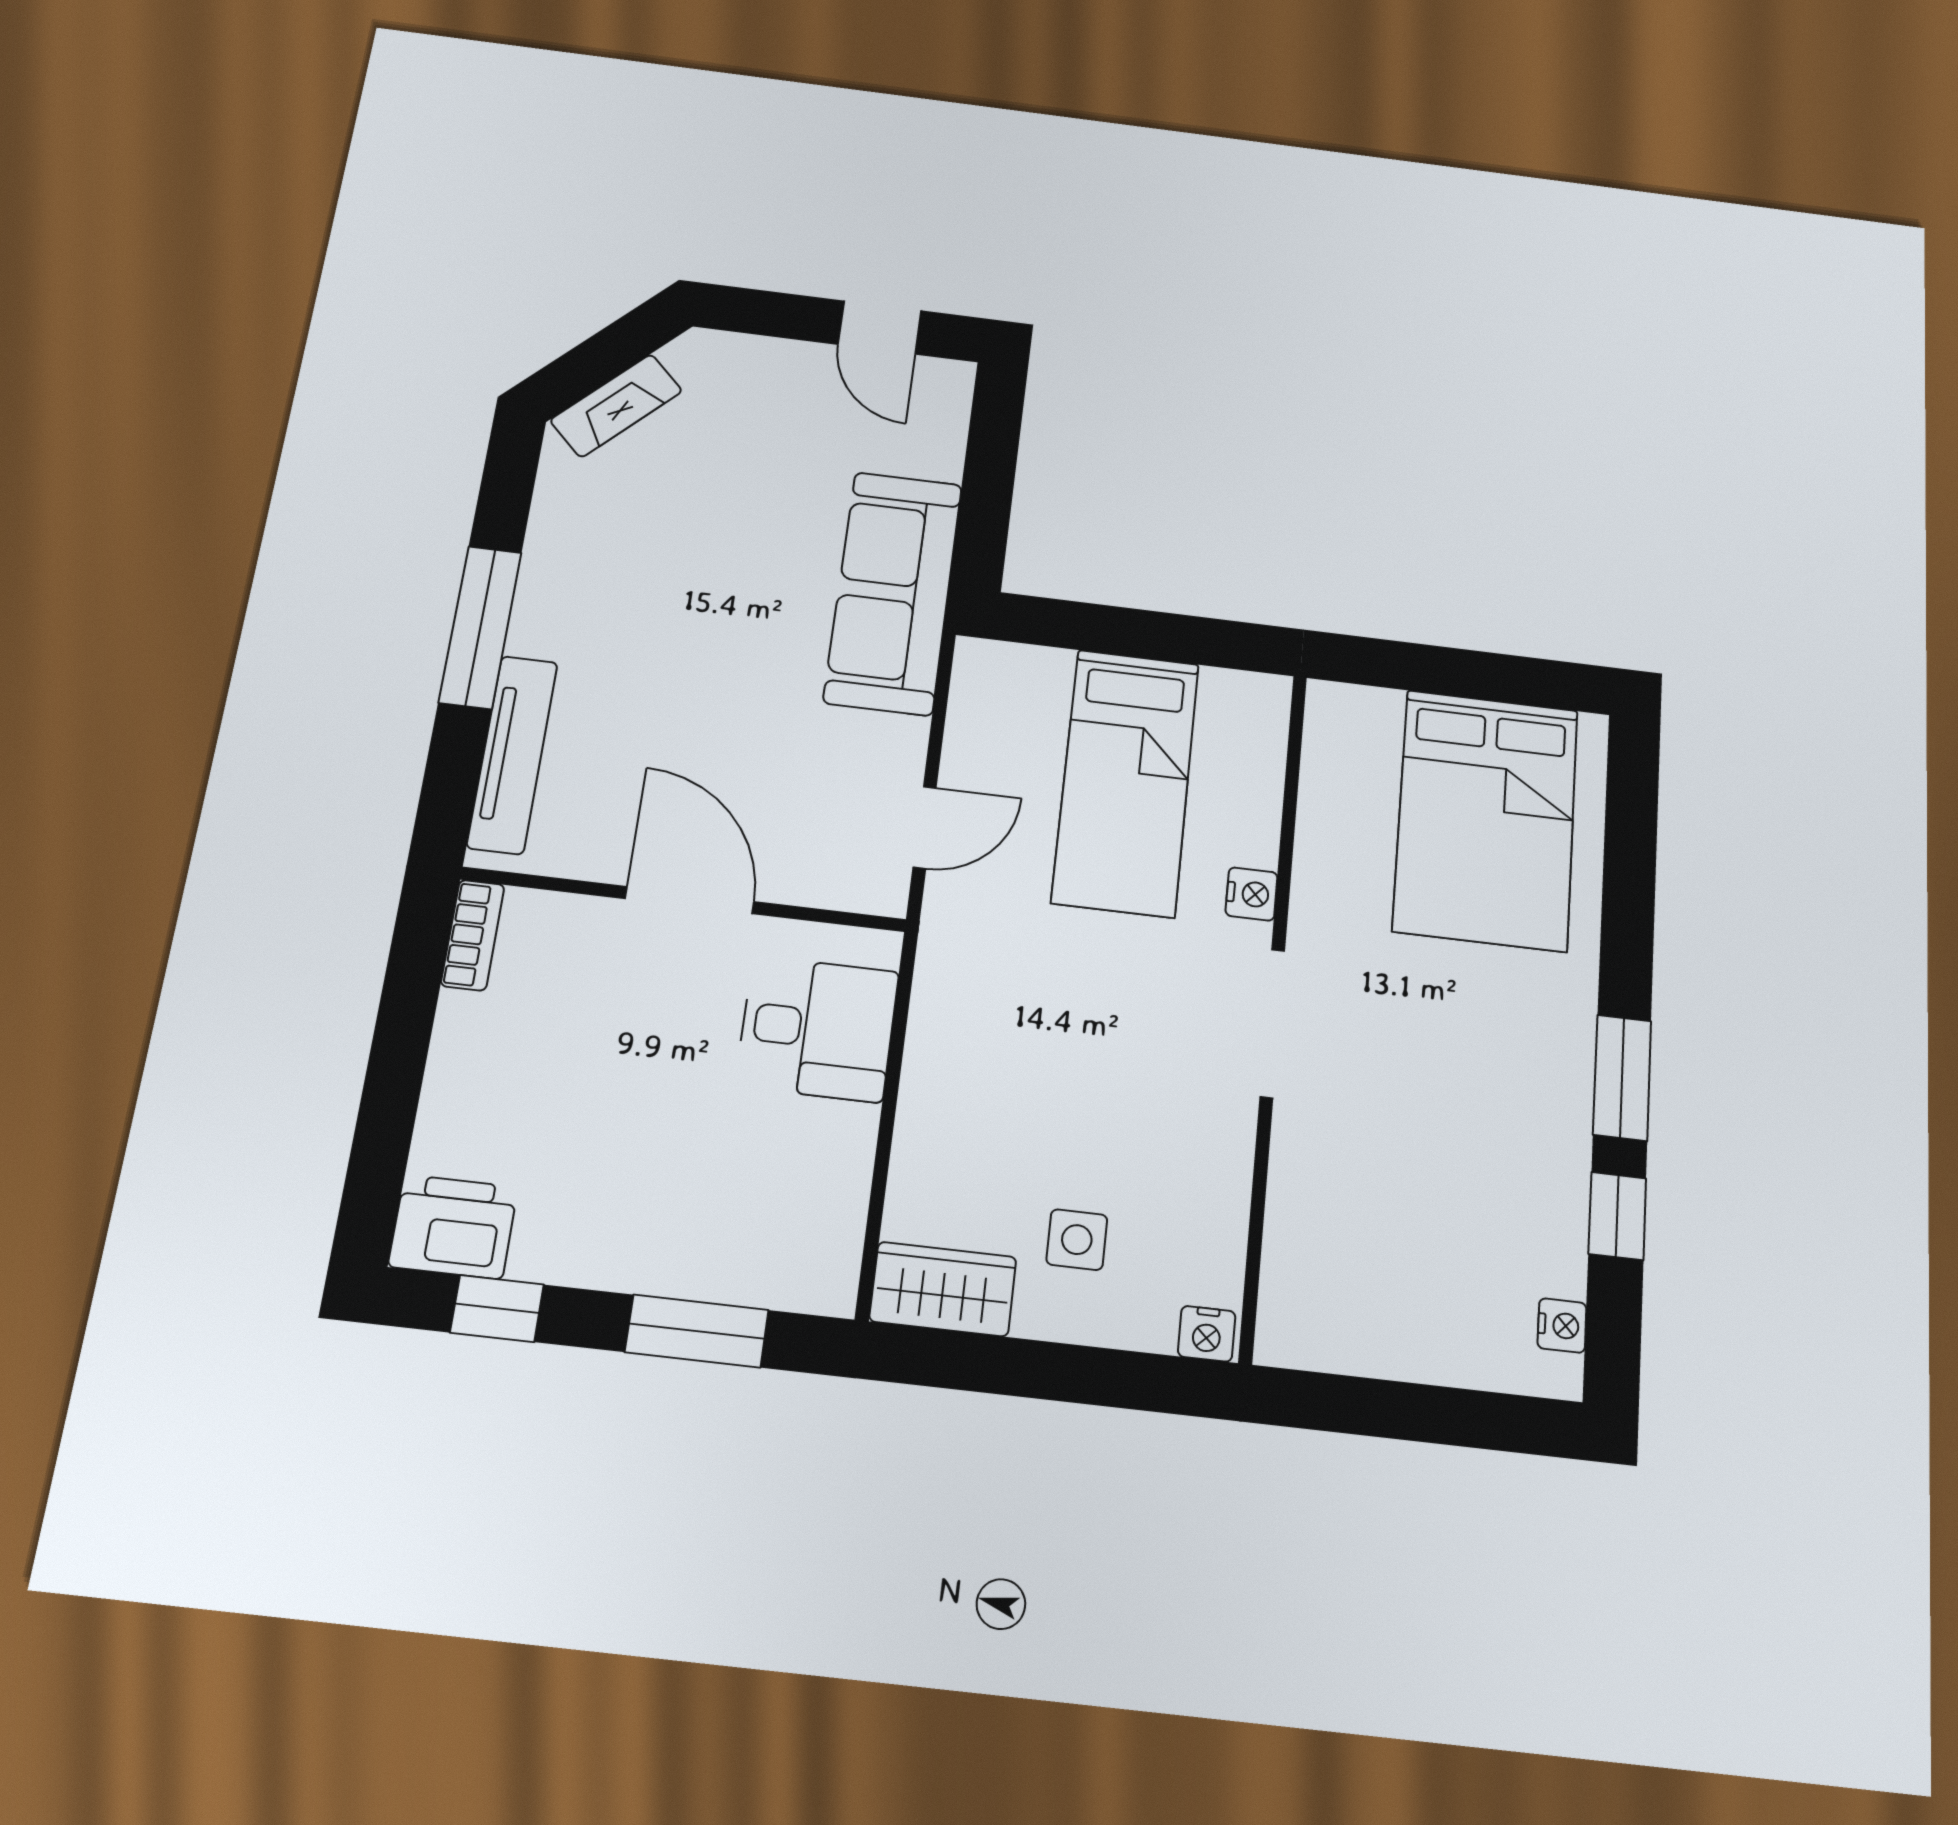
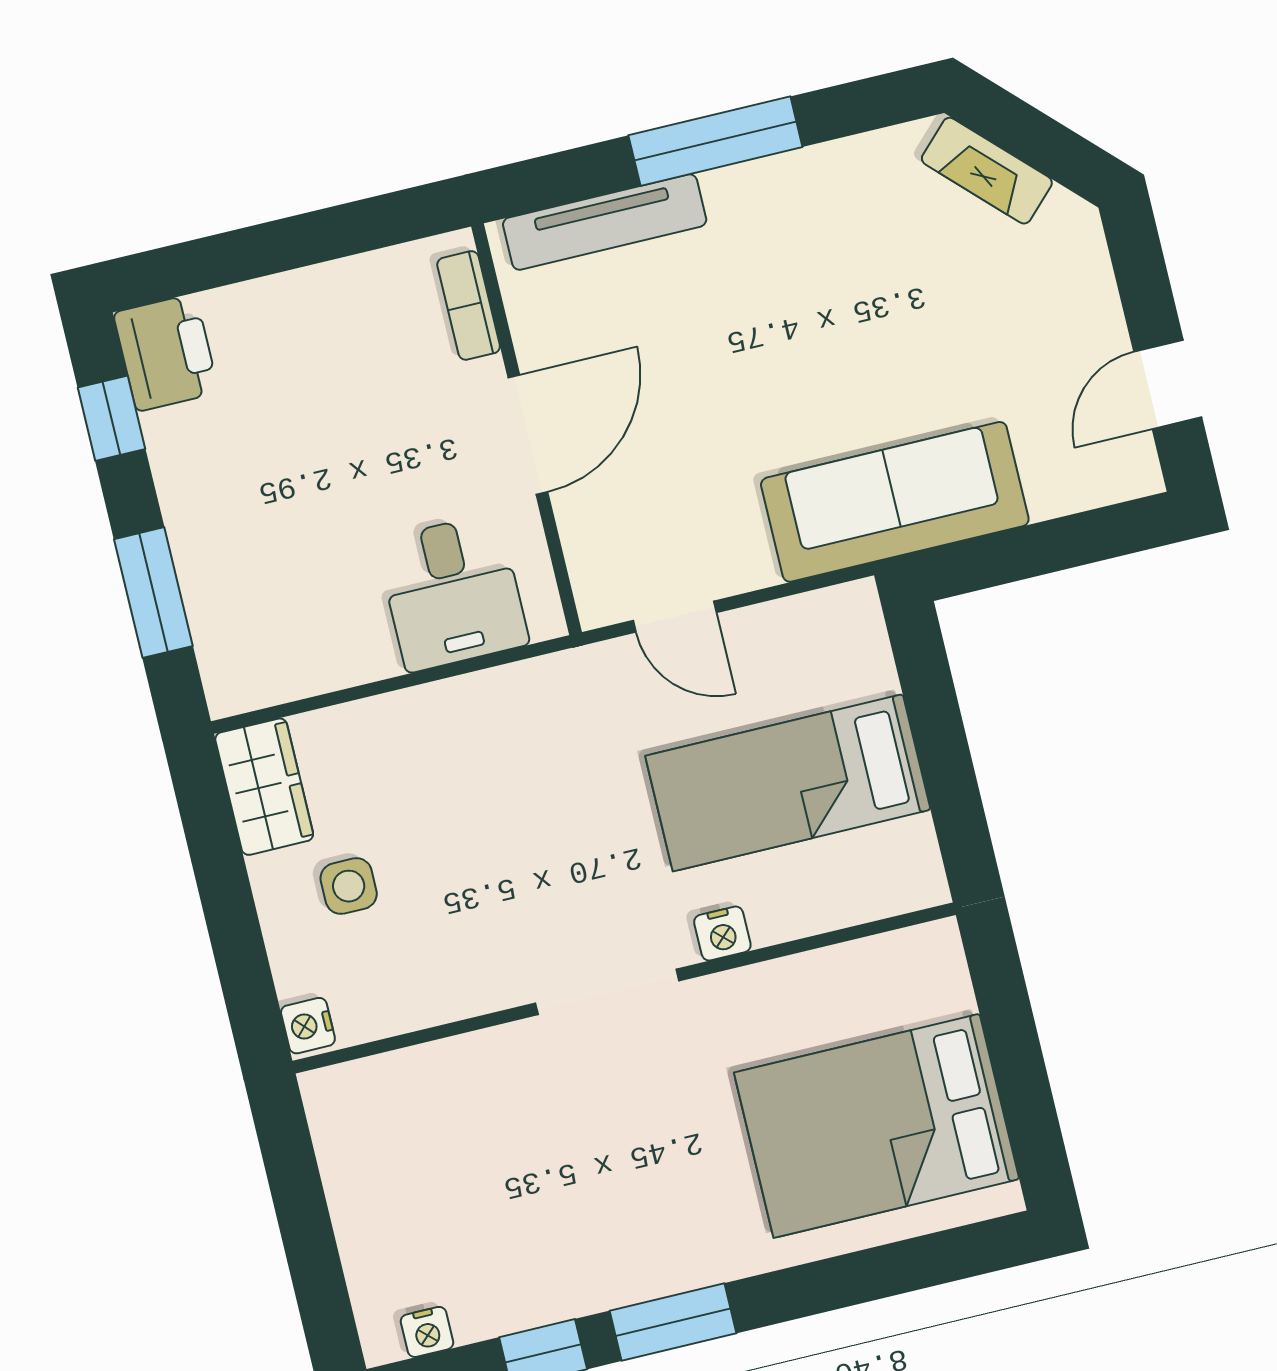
bookcase: (473, 935) -> (469, 305), moved, turned 90

